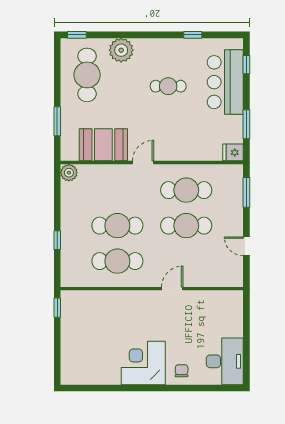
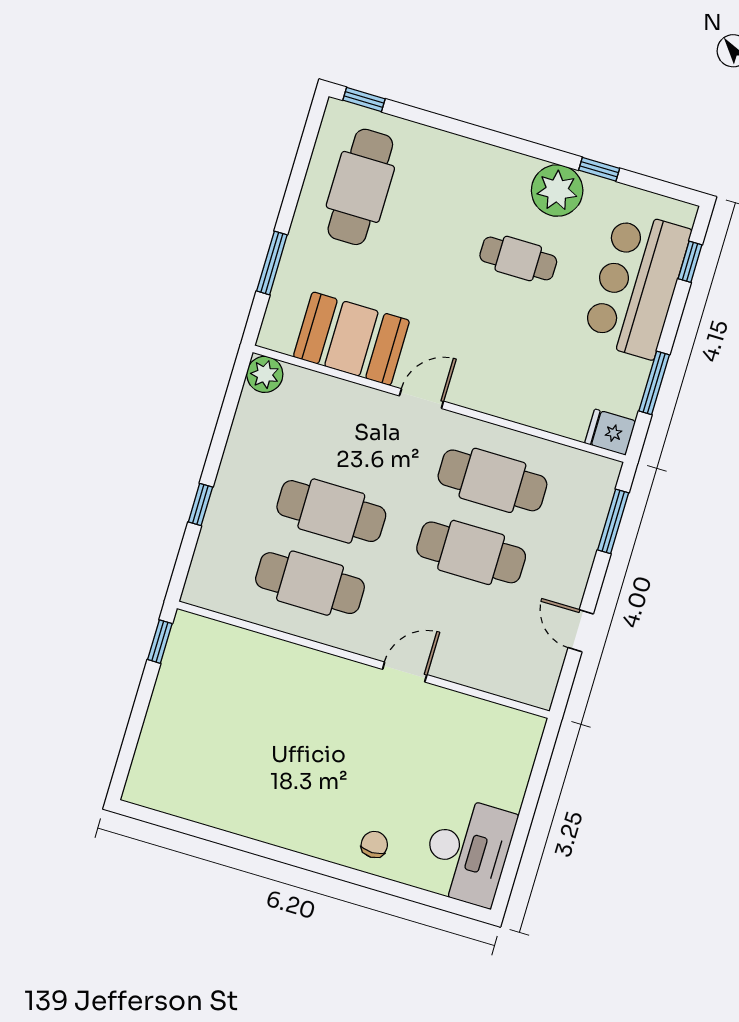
plant: (121, 50) -> (557, 191), moved
corner desk: (143, 363) -> (301, 805), removed

